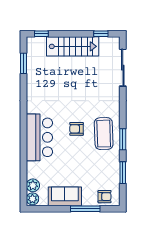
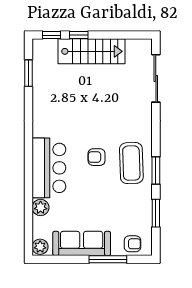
window: (101, 34) -> (79, 35), moved
plant: (33, 185) -> (41, 207), moved
sofa: (65, 196) -> (82, 243), width x1.36

